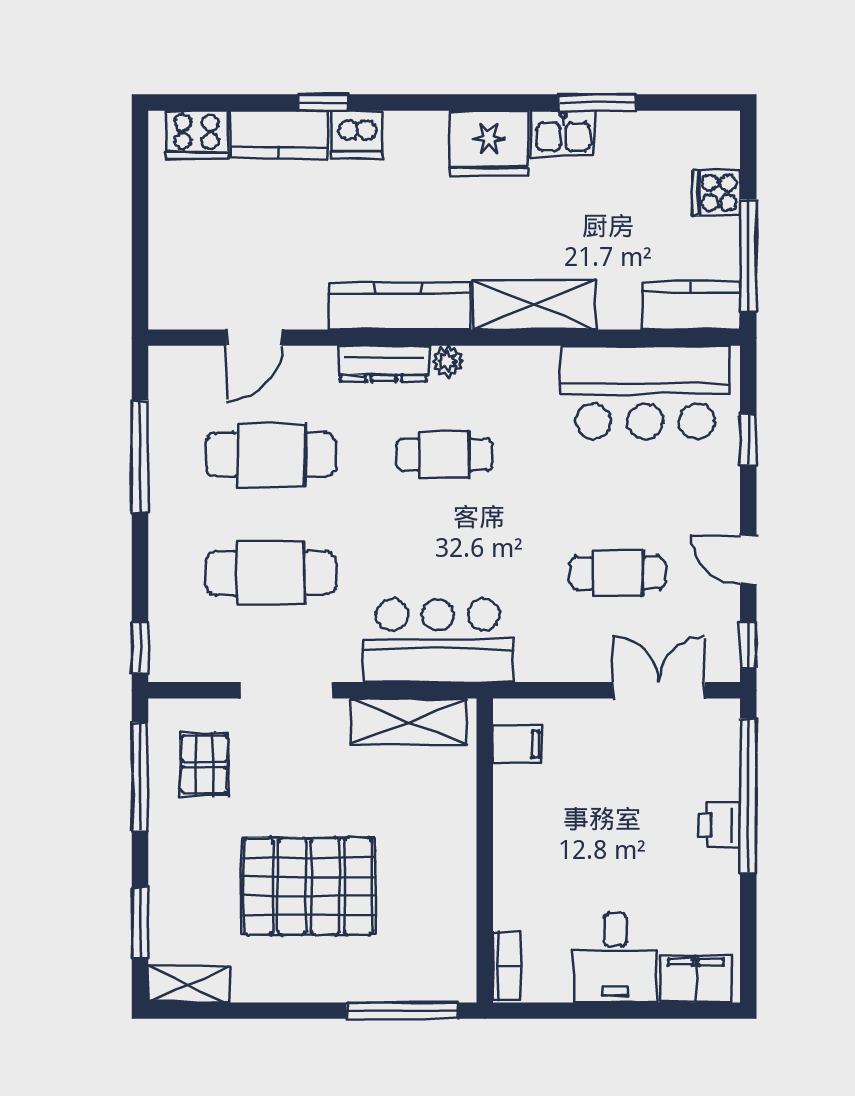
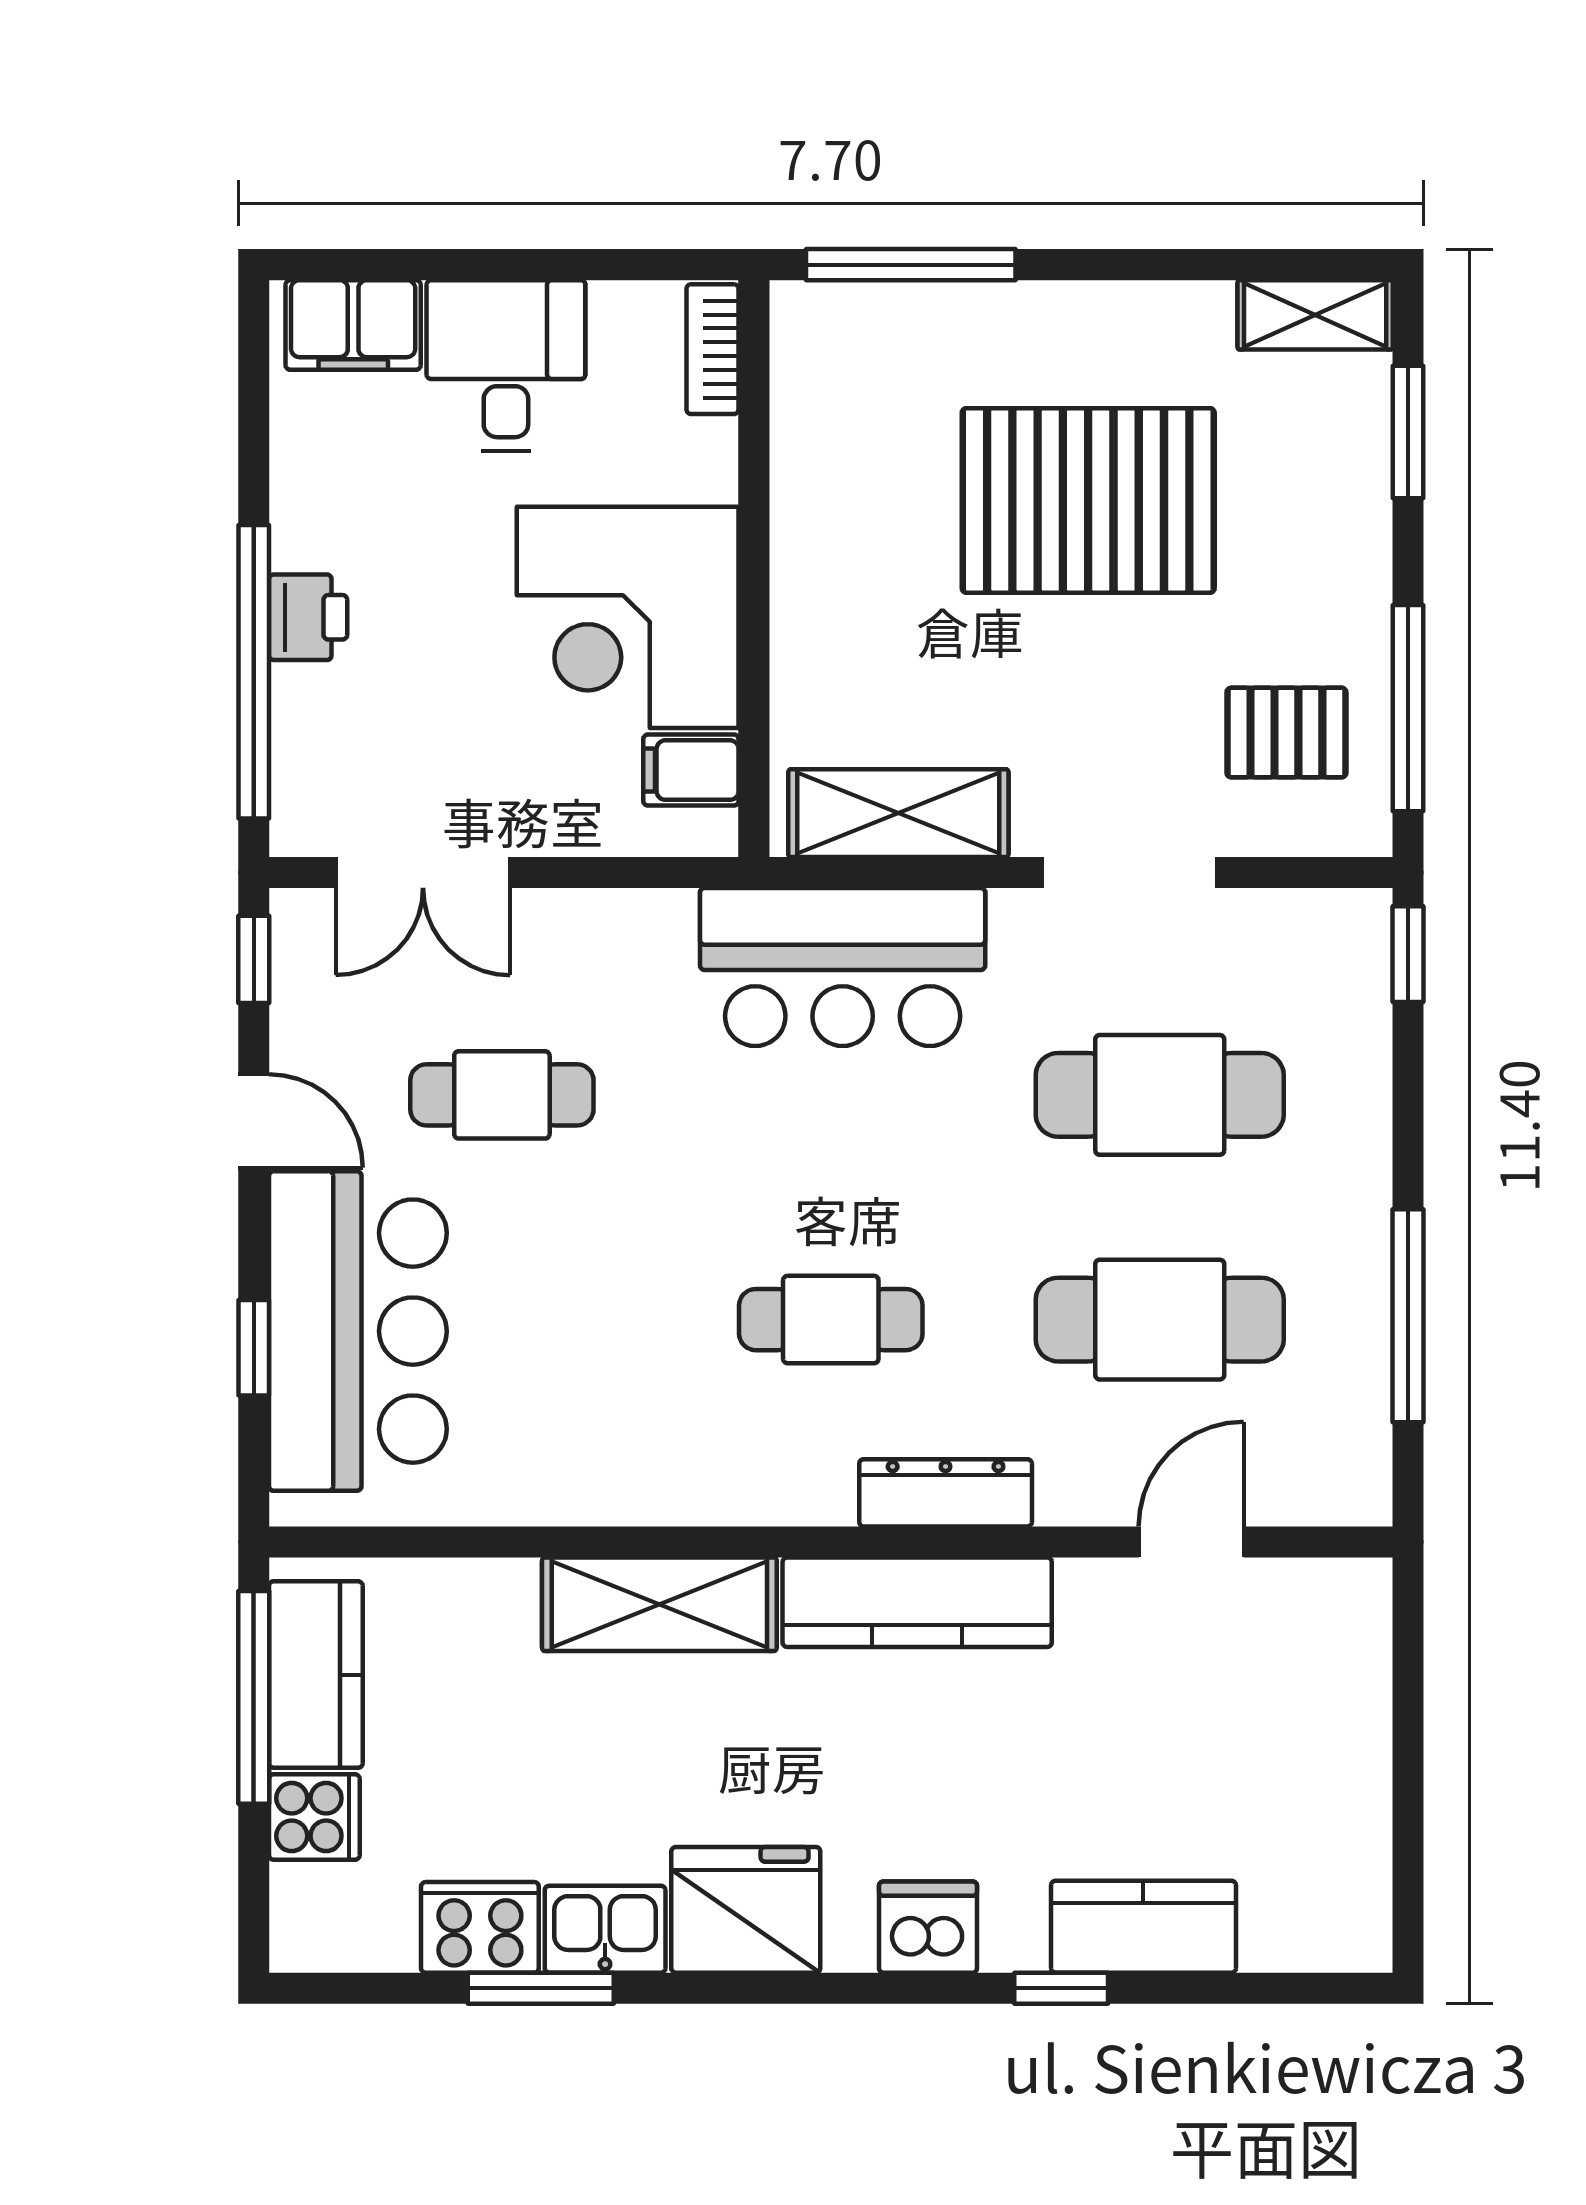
cooker: (197, 135) -> (480, 1927), moved
dishwasher: (357, 135) -> (928, 1927), moved
kitchen counter: (691, 305) -> (316, 1675), moved, turned -90
plant: (448, 361) -> (824, 1498), removed
bar counter: (645, 393) -> (358, 1331), moved, turned 90
pallet: (204, 764) -> (1286, 733), turned 90
corner desk: (551, 825) -> (628, 617), added

